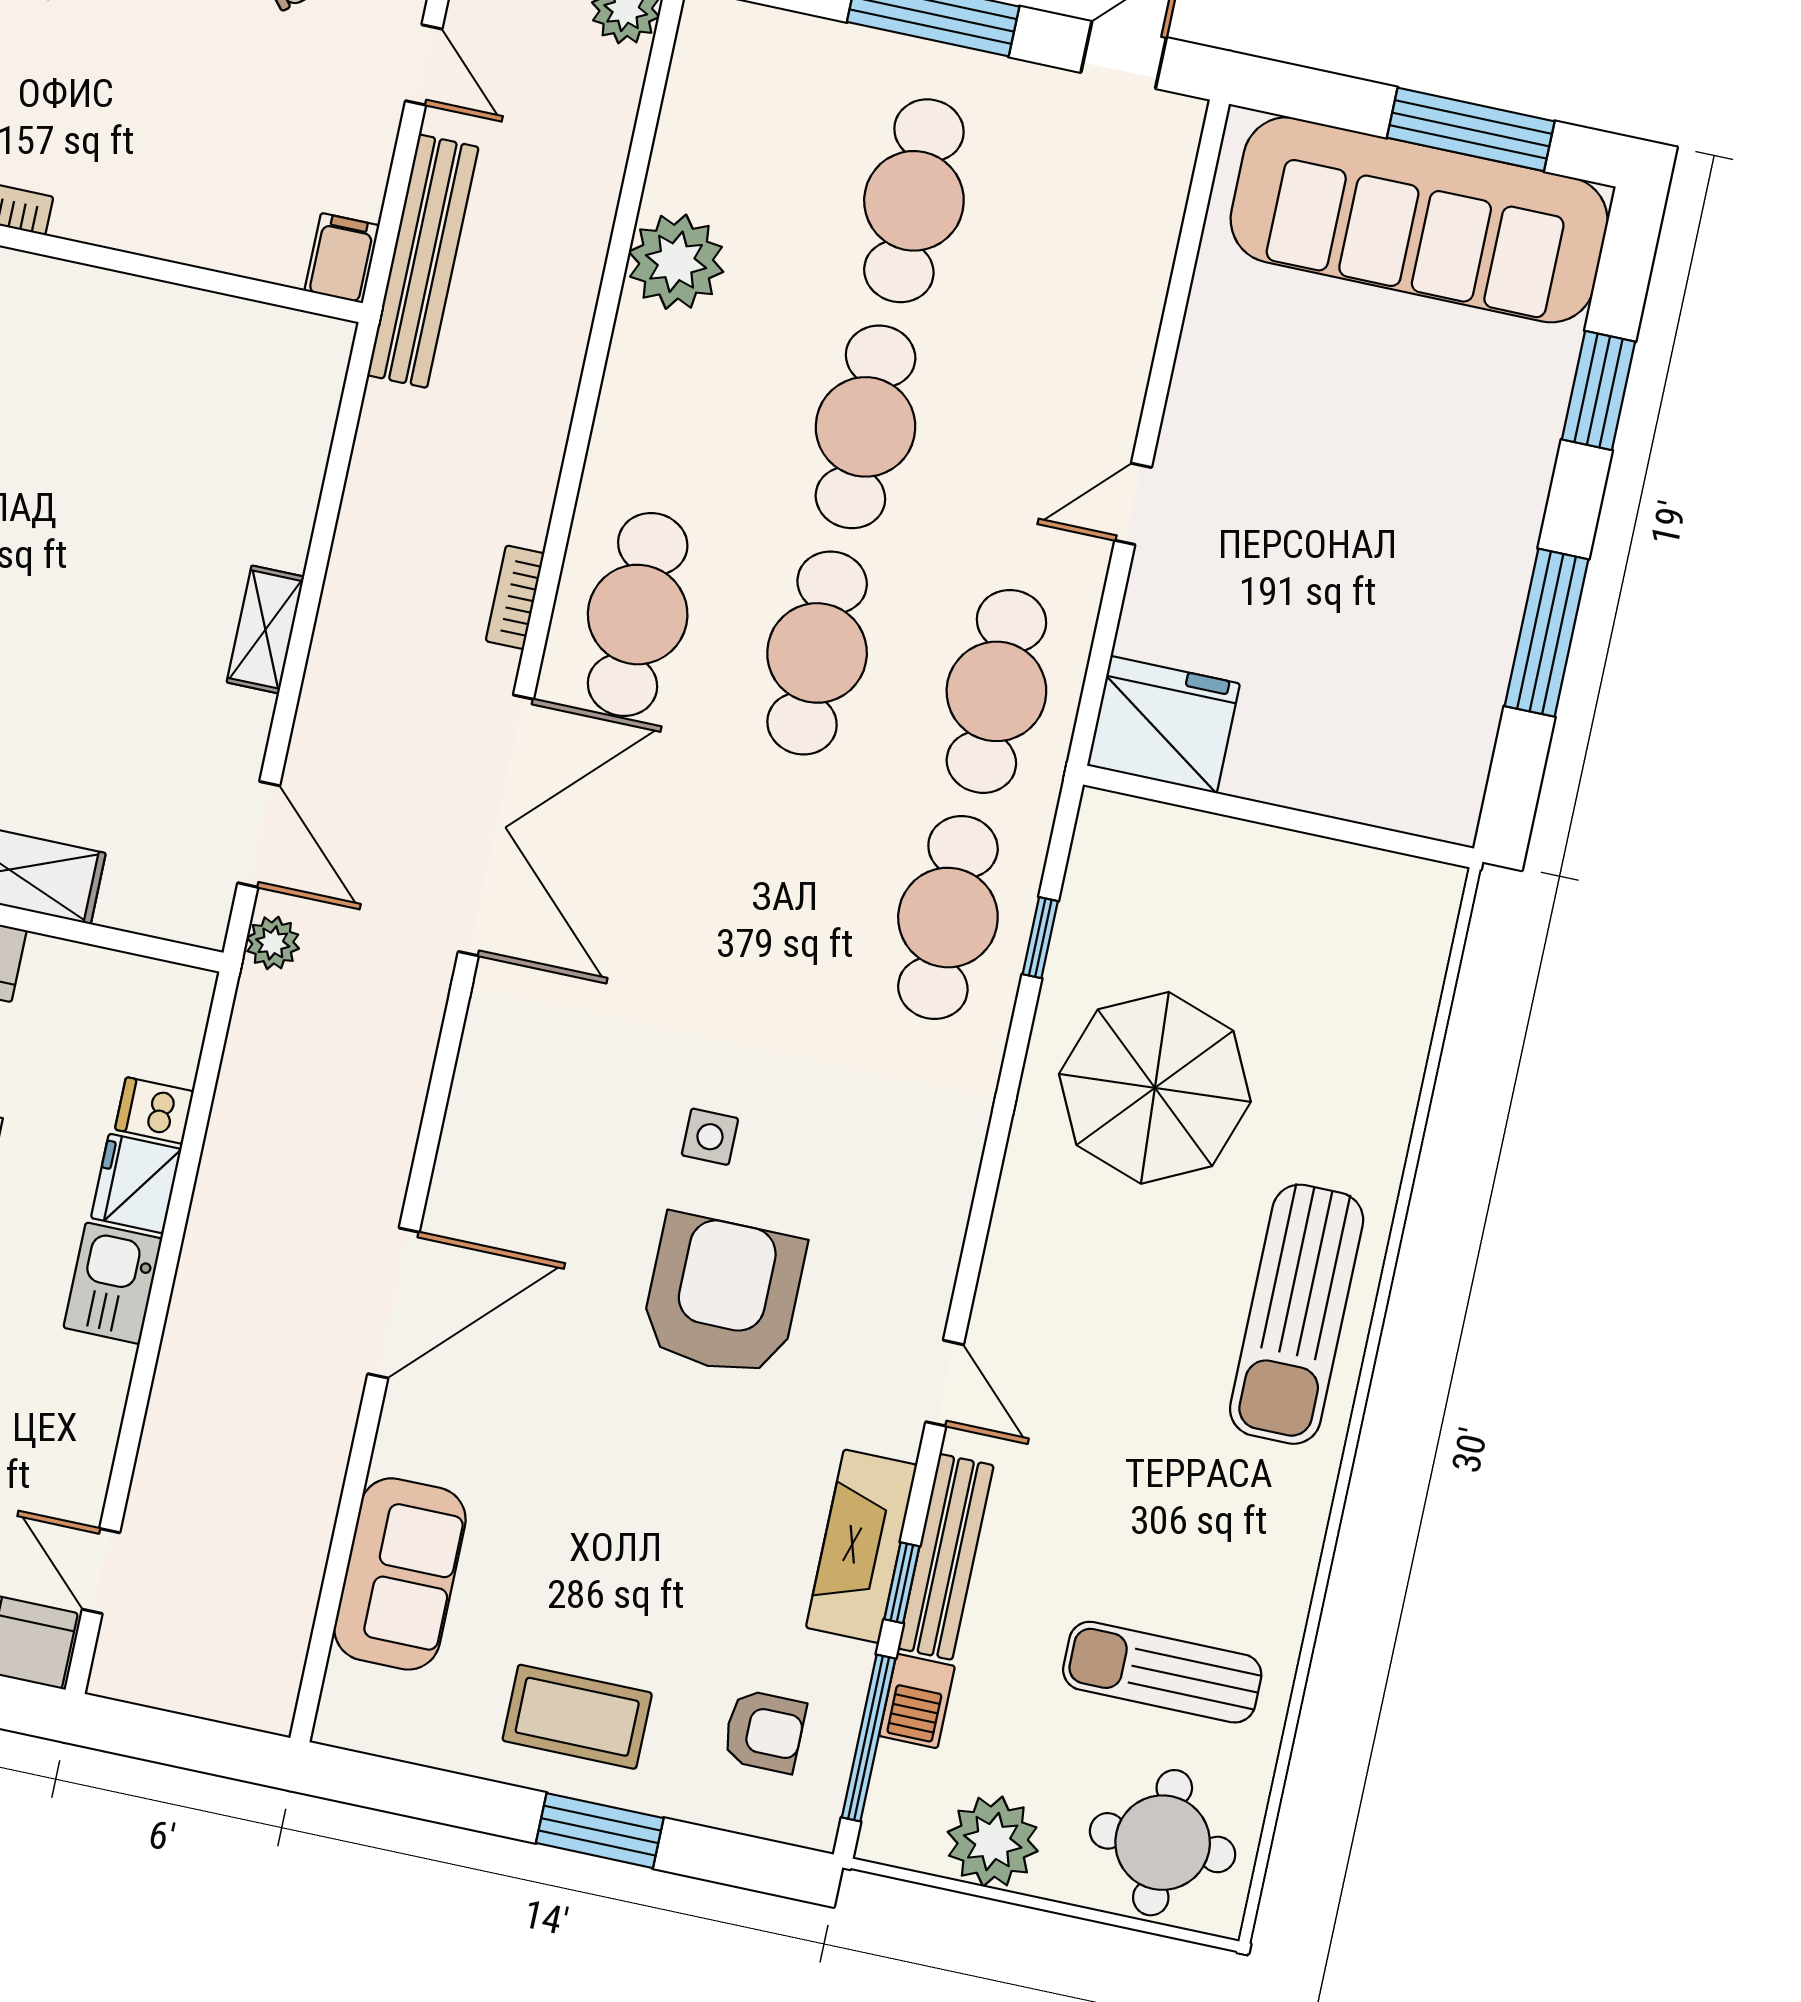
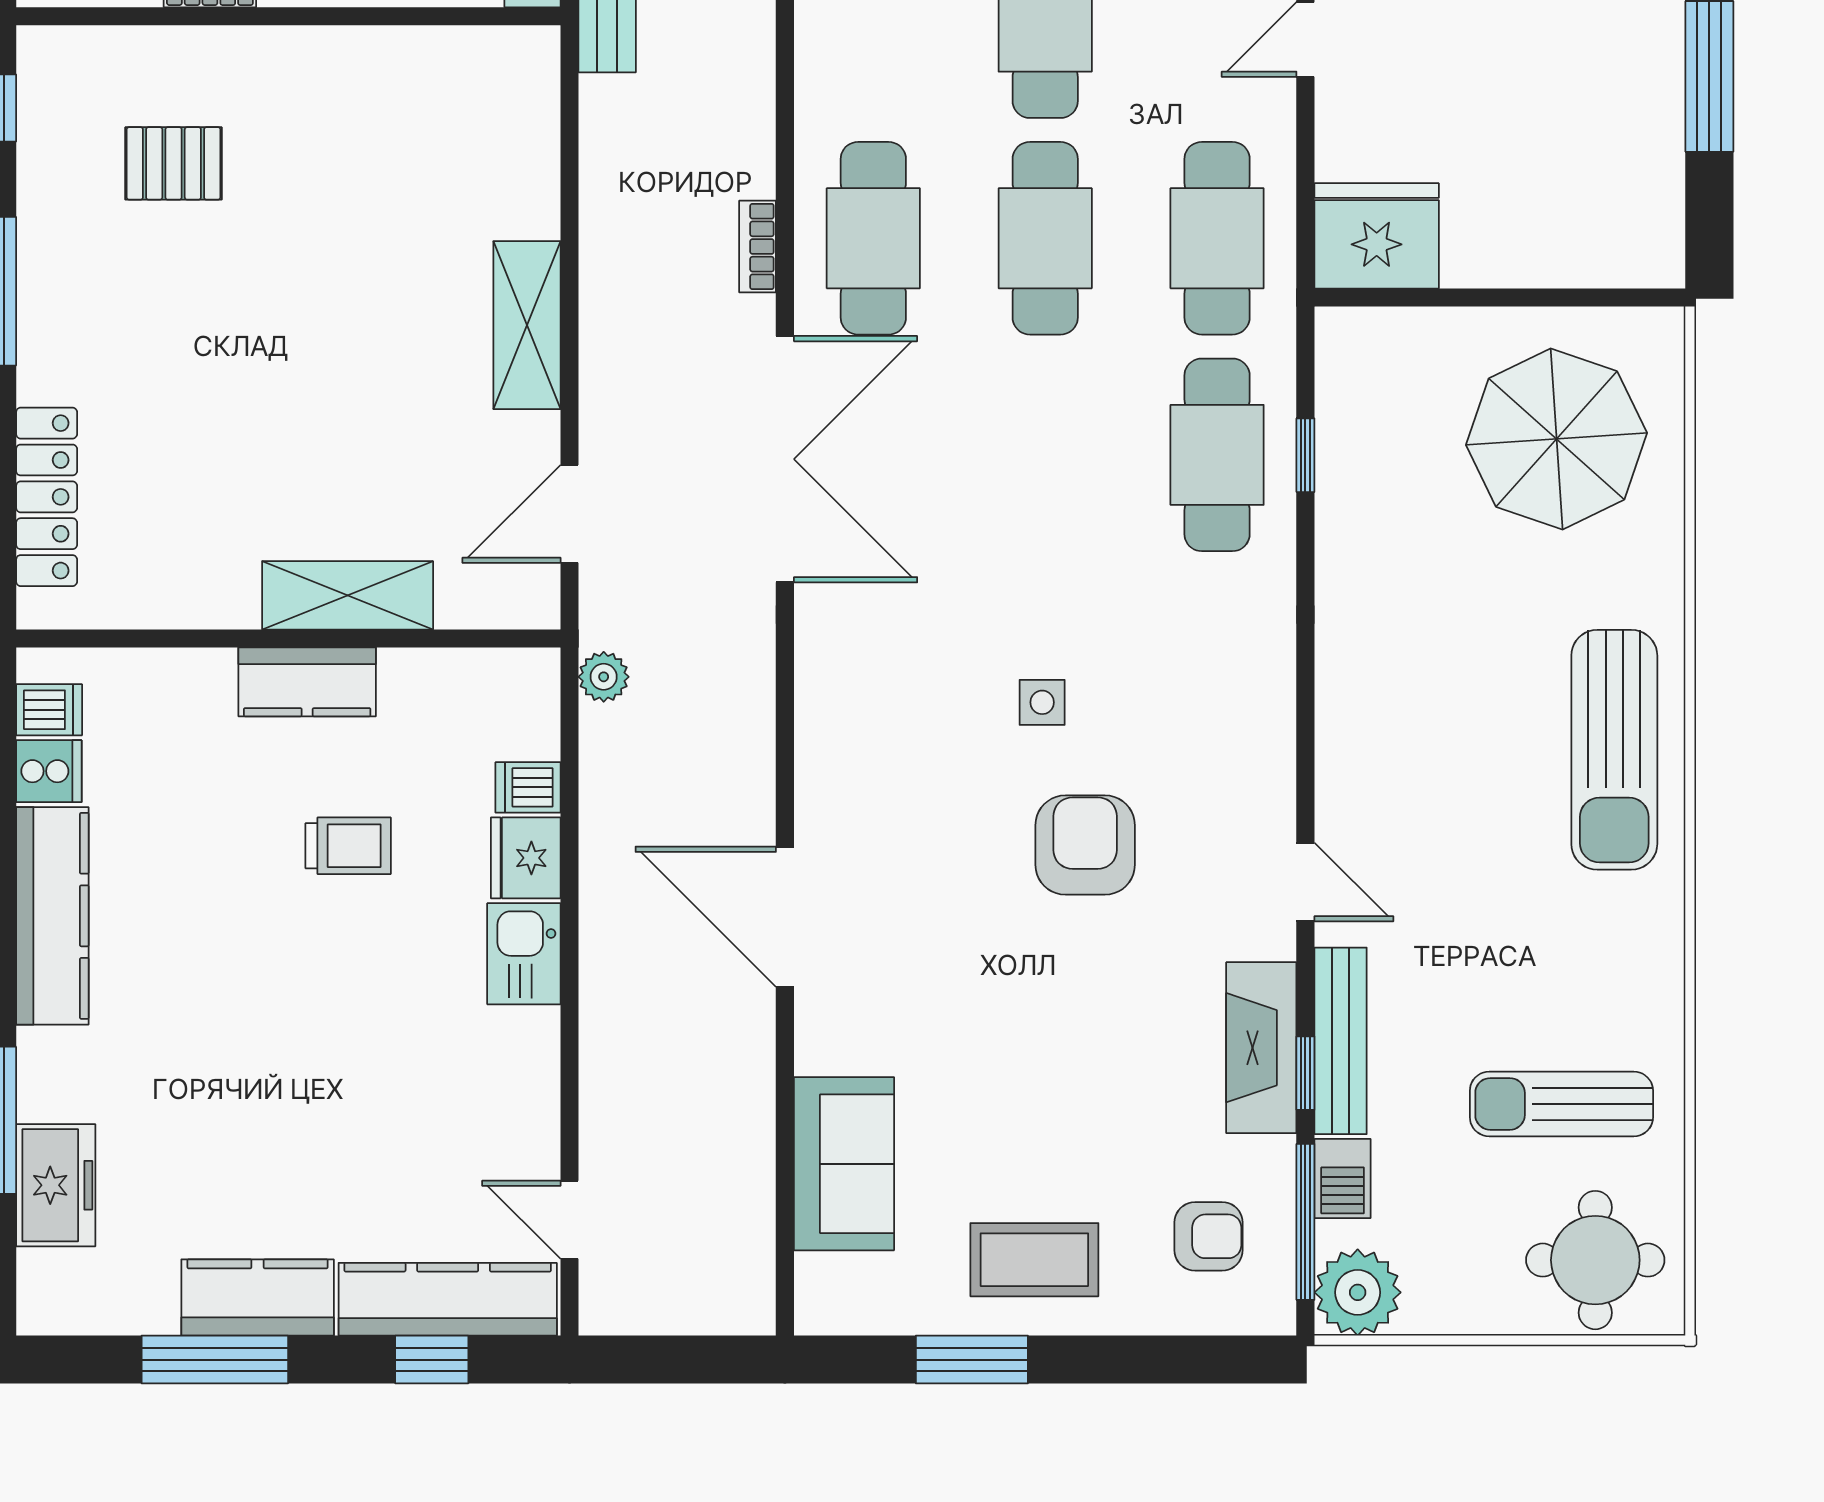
shelving: (265, 630) -> (527, 325), width x1.50, depth x1.33
door: (259, 834) -> (570, 514), swing flipped
plant: (273, 943) -> (604, 677), moved
parasol: (1155, 1088) -> (1557, 439), moved
armchair: (723, 1295) -> (1085, 845), width x0.73, depth x0.73
door: (394, 1303) -> (785, 917), swing flipped
window: (600, 1831) -> (972, 1360), moved
plant: (993, 1842) -> (1358, 1292), moved

